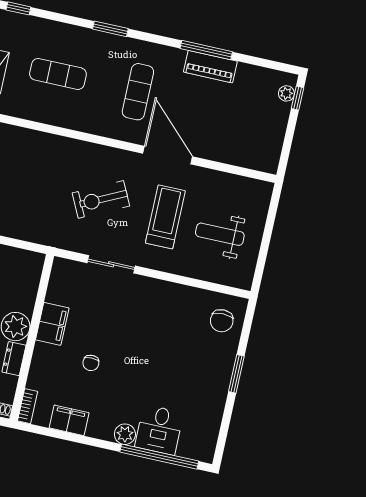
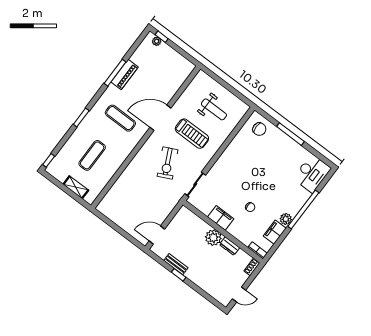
treadmill: (165, 217) -> (192, 134), turned 180
weight bench: (220, 234) -> (214, 109), turned -90
sliding door: (111, 264) -> (195, 184), moved
window: (236, 374) -> (290, 134), width x1.44
desk: (159, 430) -> (312, 173), moved, width x1.37
plant: (125, 434) -> (286, 219), moved
window: (159, 457) -> (303, 209), moved

